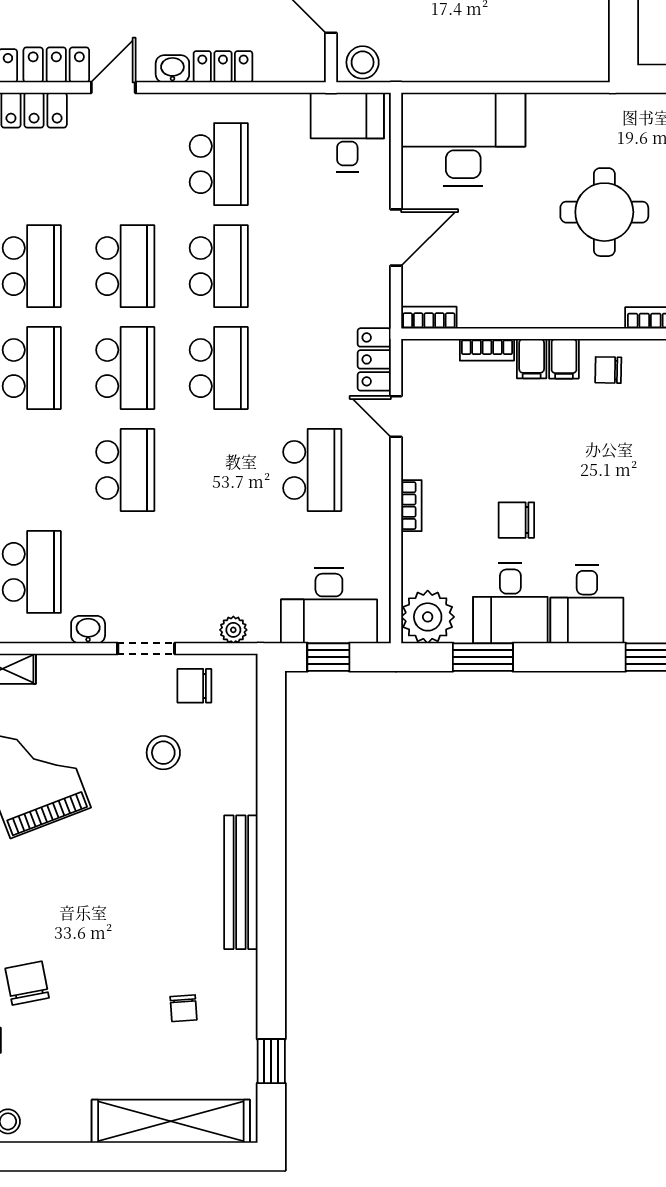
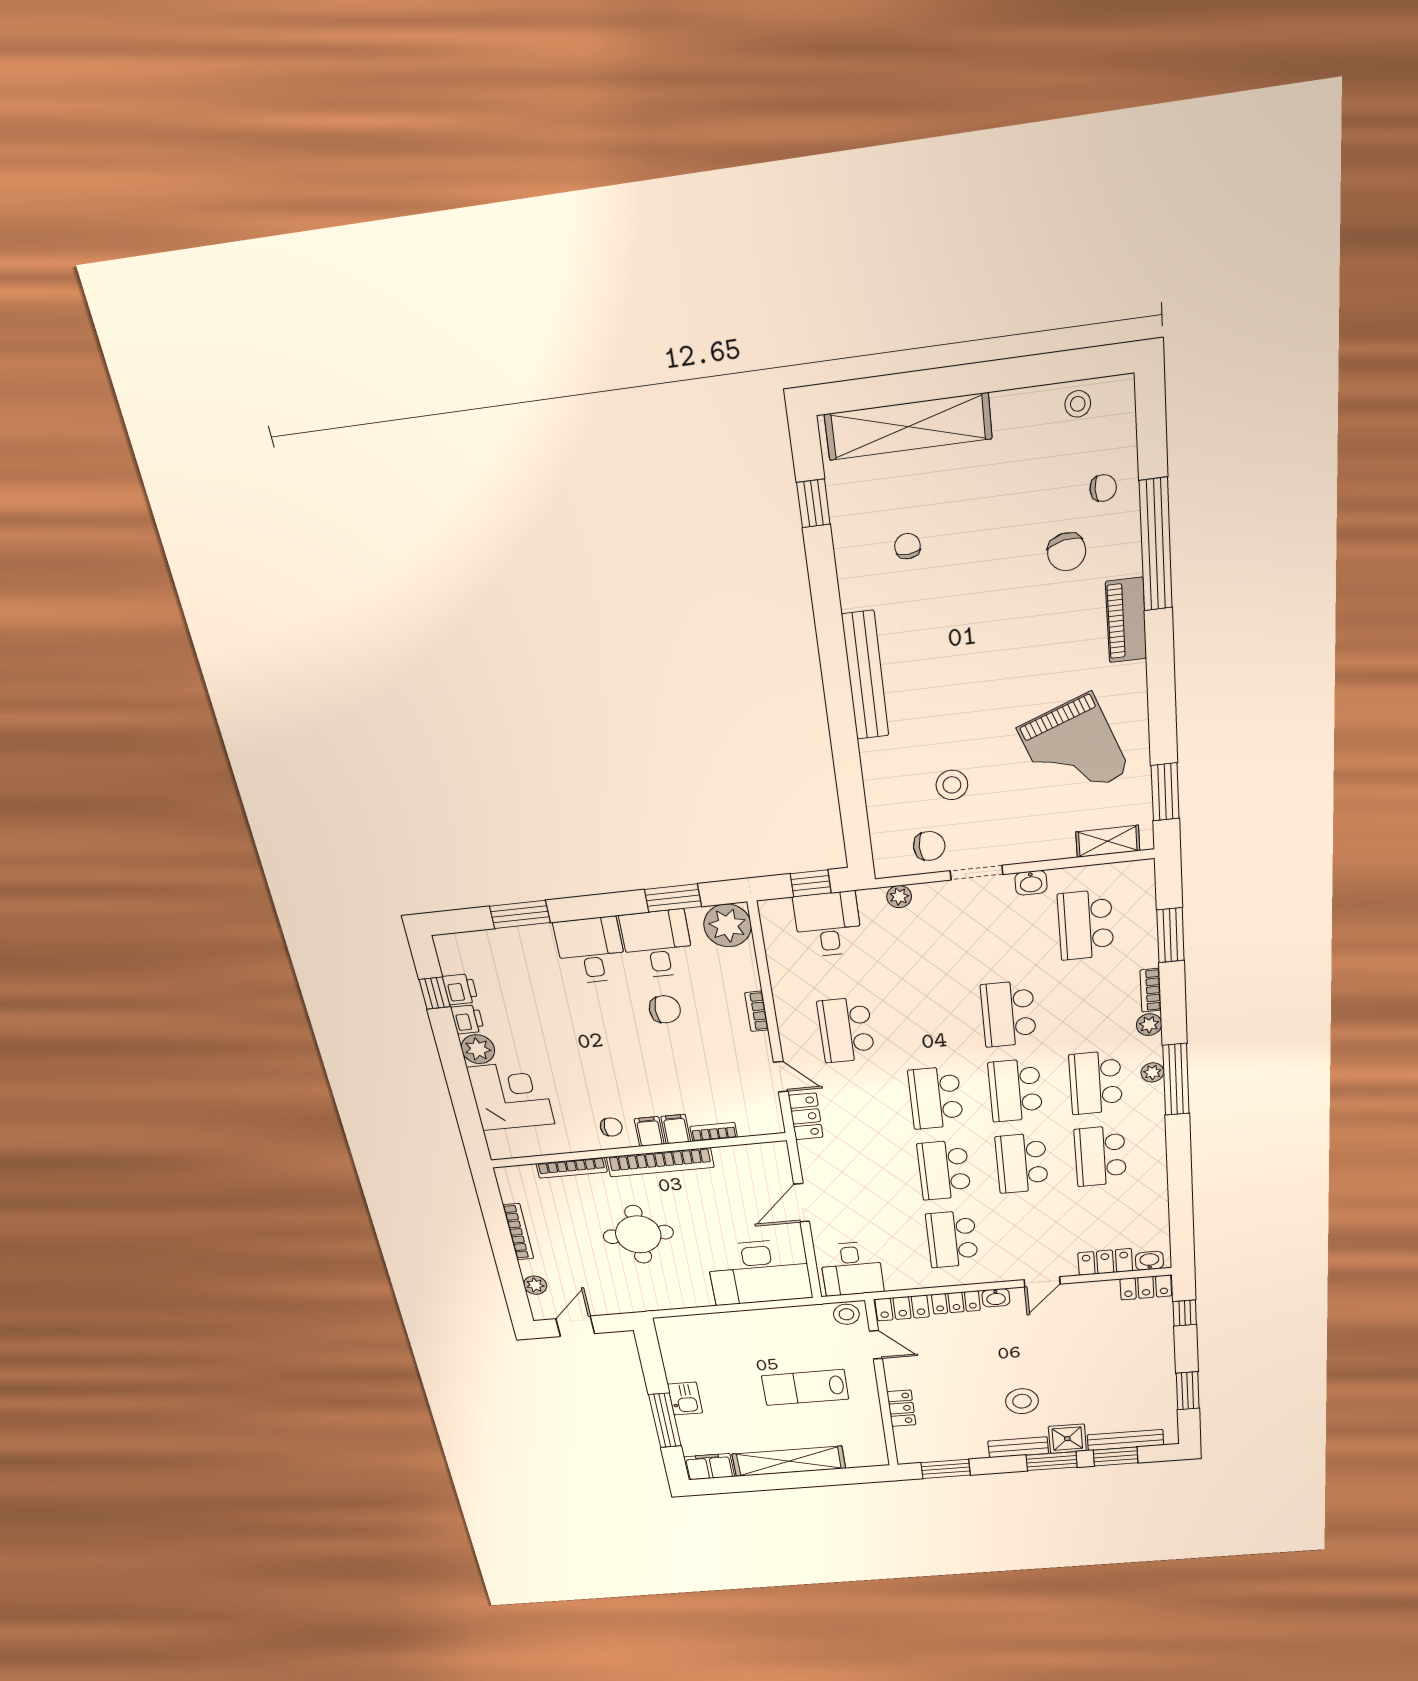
locker: (56, 65) -> (902, 1308), moved
bookcase: (429, 318) -> (660, 1162), moved, width x2.31, depth x1.31
desk: (329, 606) -> (828, 924), width x0.73

